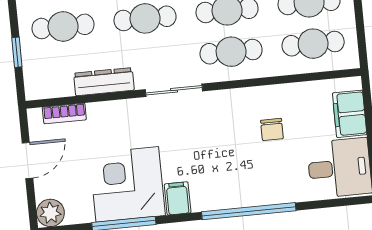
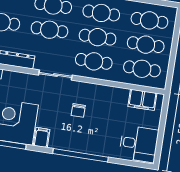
filing cabinet: (350, 114) -> (142, 100), moved, turned -90
chair: (272, 129) -> (78, 110), moved

